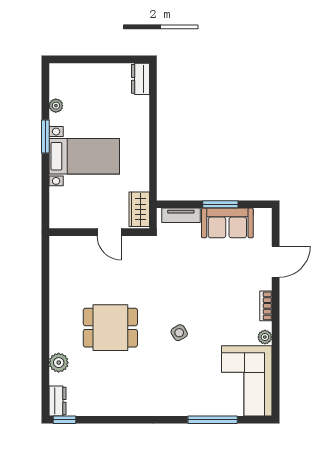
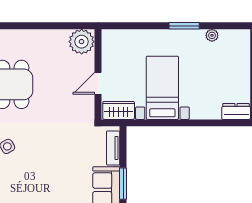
bed with nightstands: (84, 156) -> (162, 88), moved, turned 180
plant: (63, 250) -> (82, 42), added

